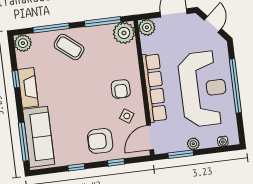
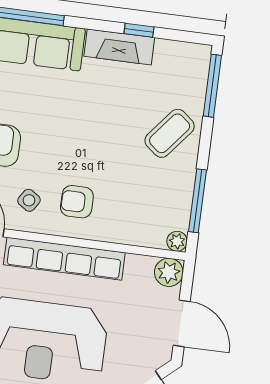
window: (51, 28) -> (212, 86), moved
plant: (124, 33) -> (177, 241), width x0.53, depth x0.53
plant: (23, 43) -> (196, 58), removed

